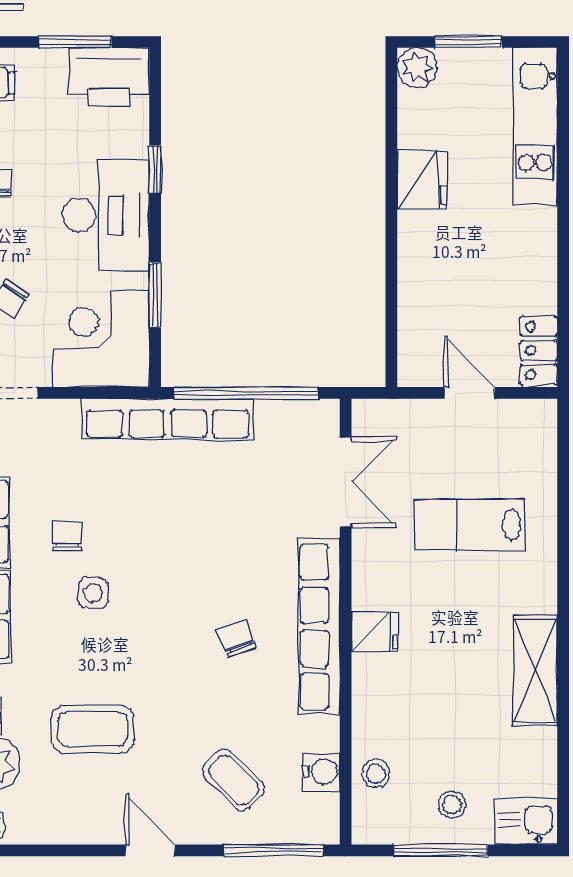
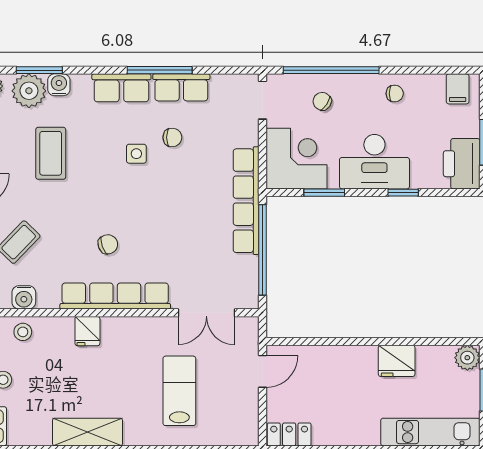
door: (470, 393) -> (263, 371), moved
fridge: (375, 631) -> (87, 331), moved

